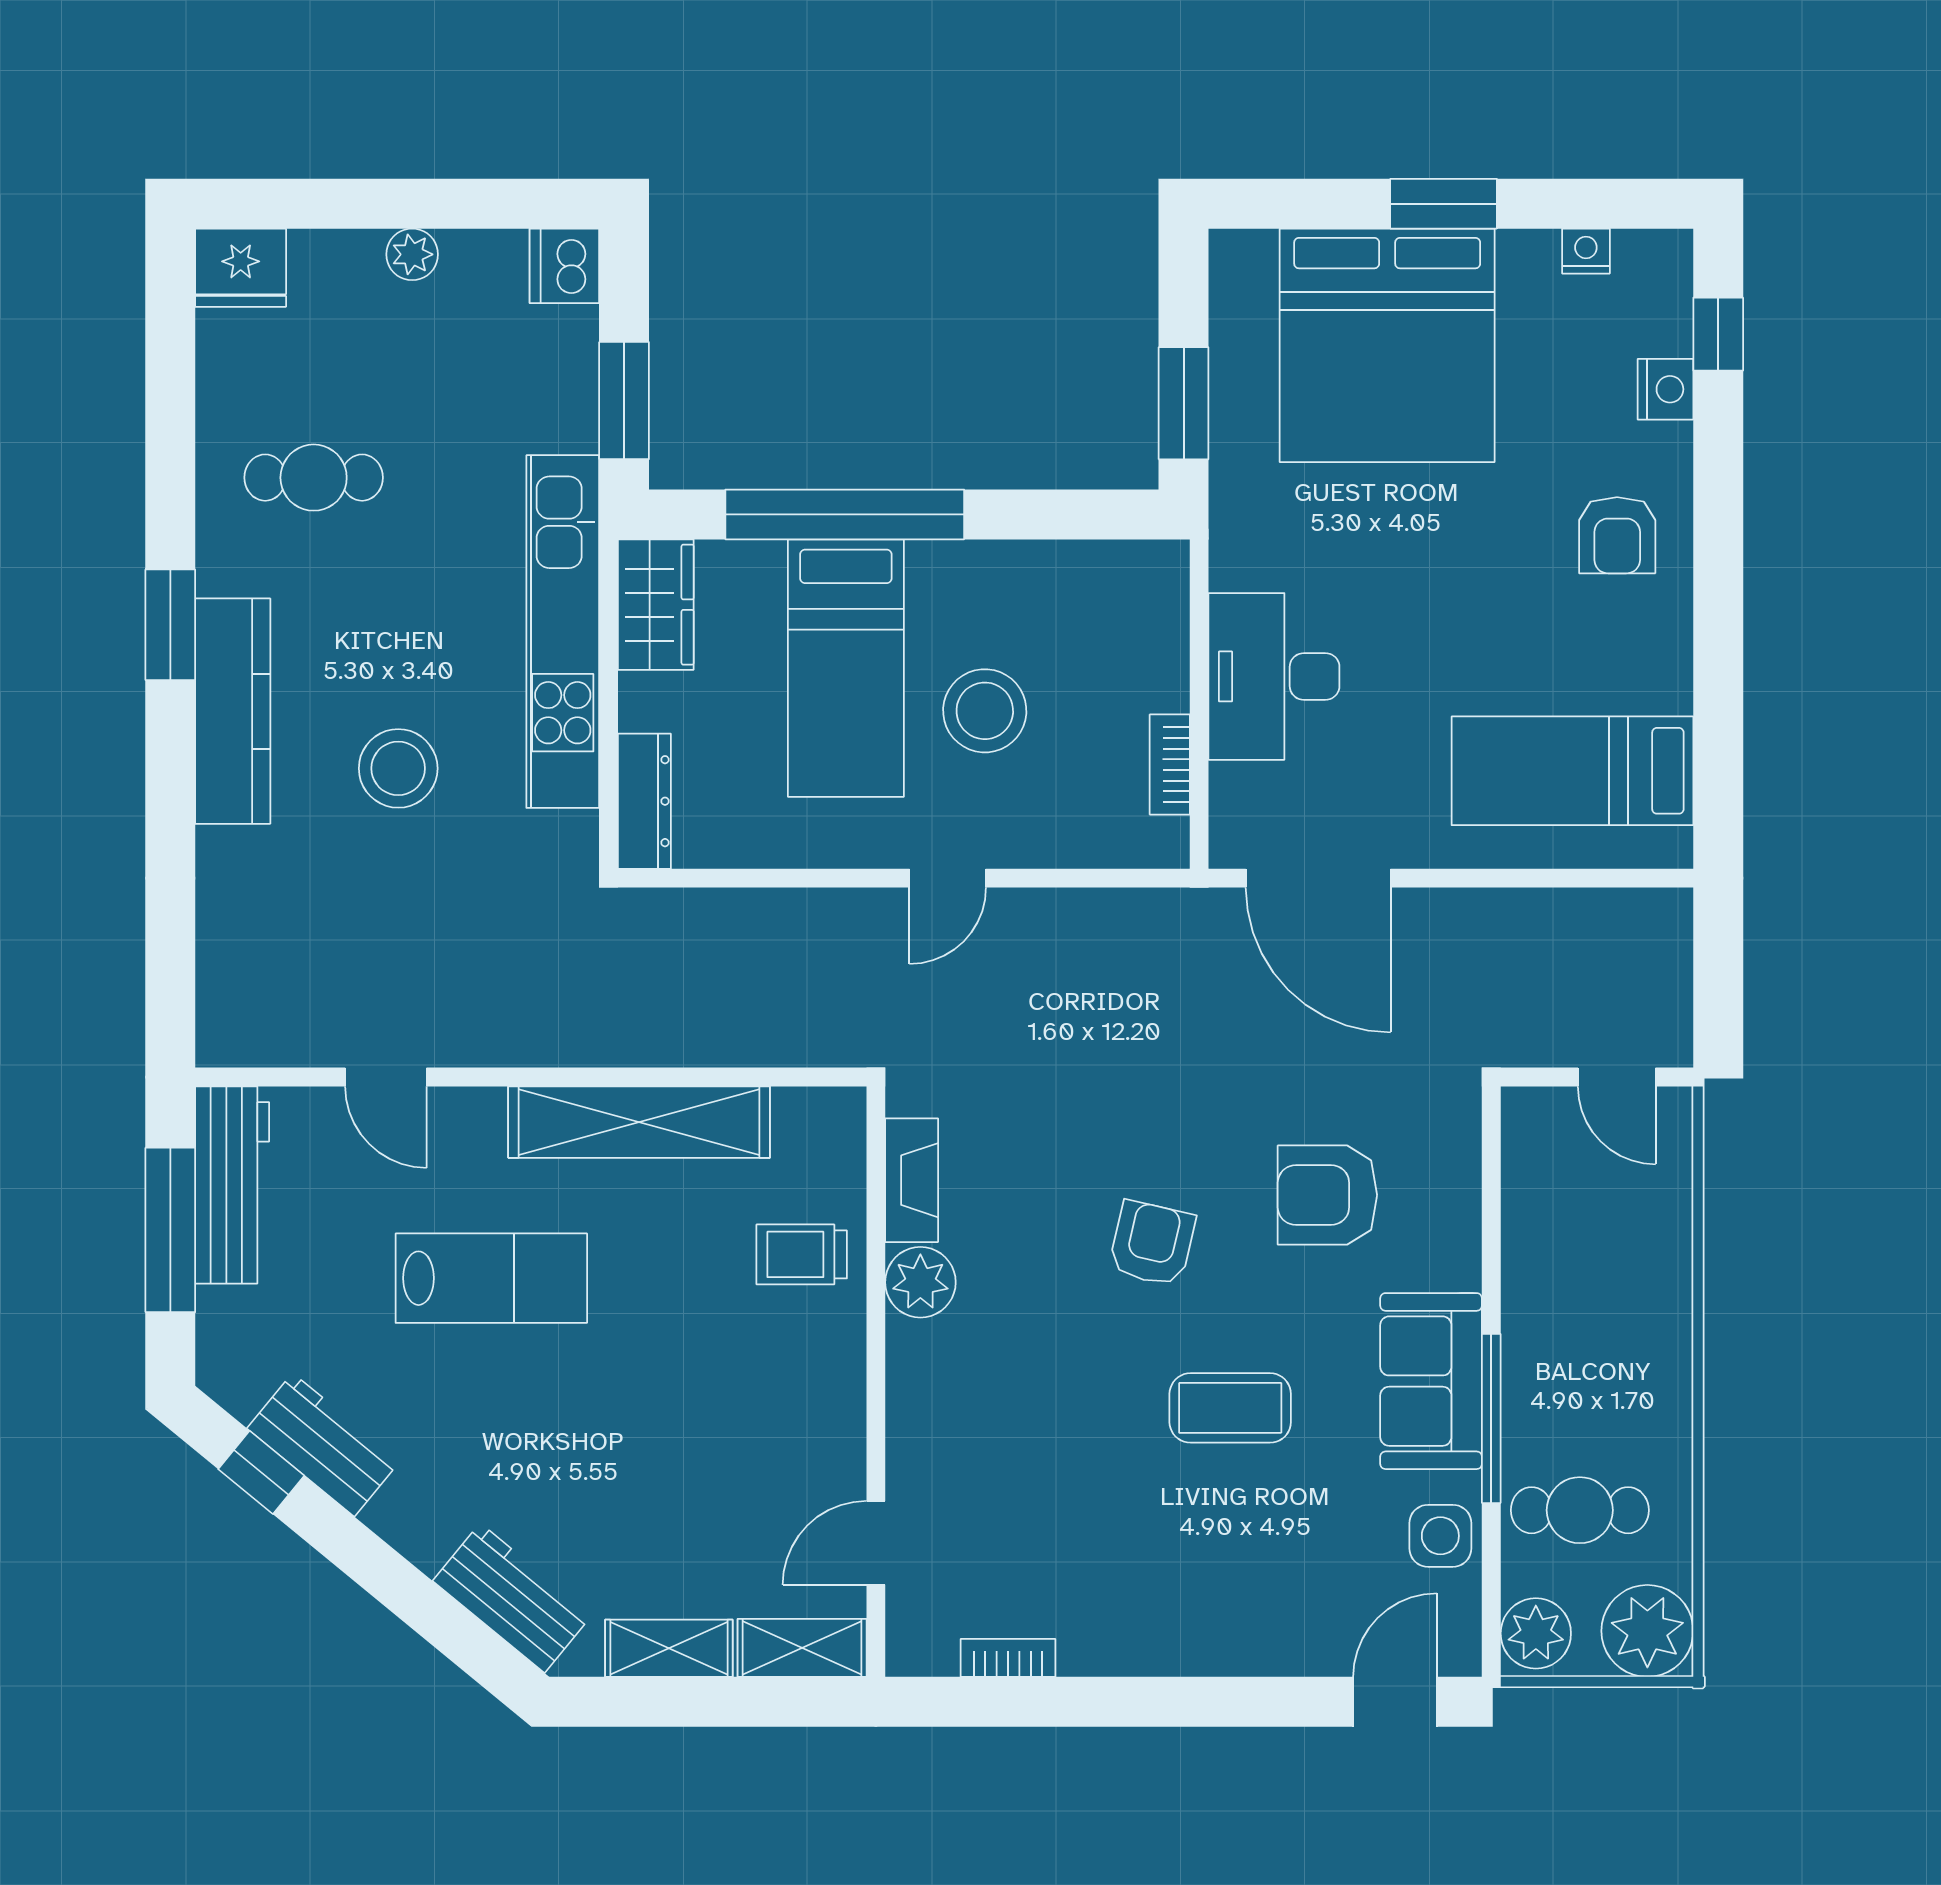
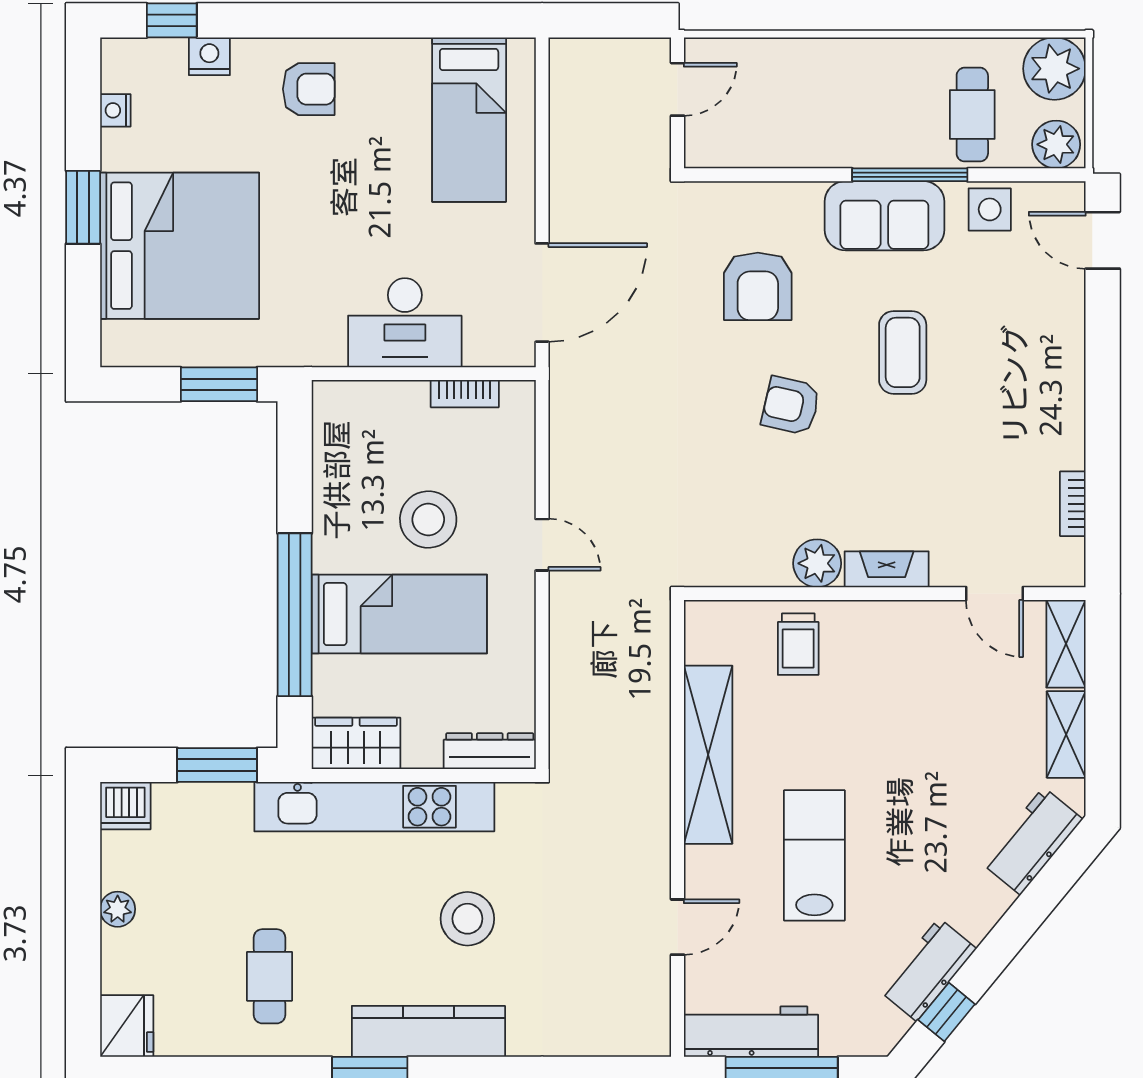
fireplace: (912, 1180) -> (887, 569), moved

